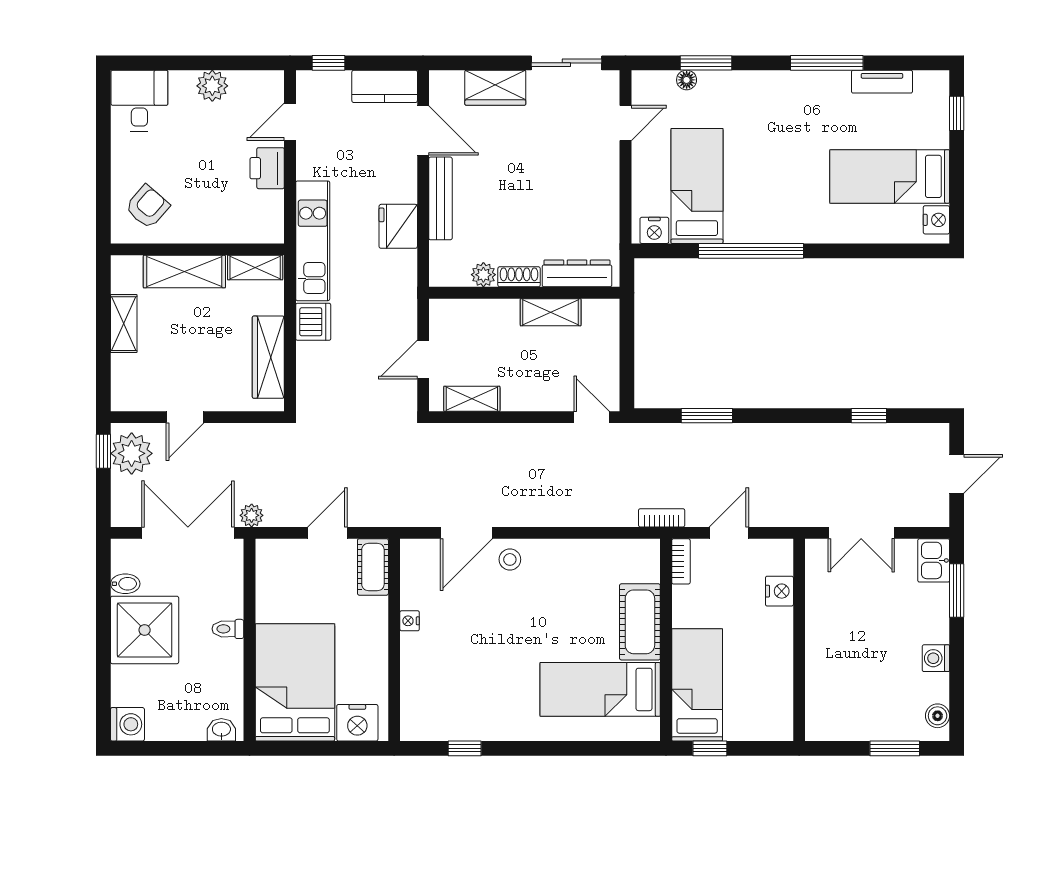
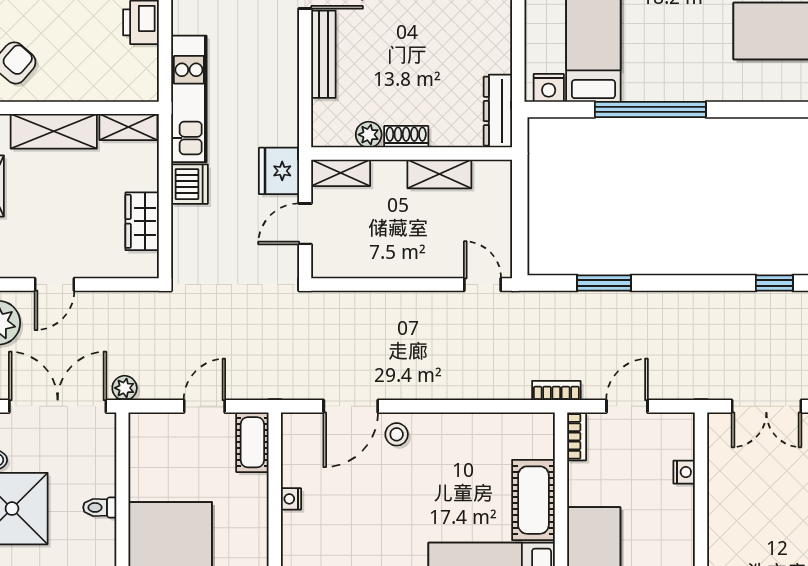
fridge: (398, 226) -> (279, 171), moved
dresser: (577, 273) -> (498, 111), moved, turned -90
wardrobe: (268, 357) -> (142, 221), width x0.67
shelving: (472, 399) -> (341, 173), moved
nightstand: (779, 591) -> (684, 472), width x0.72, depth x0.74

